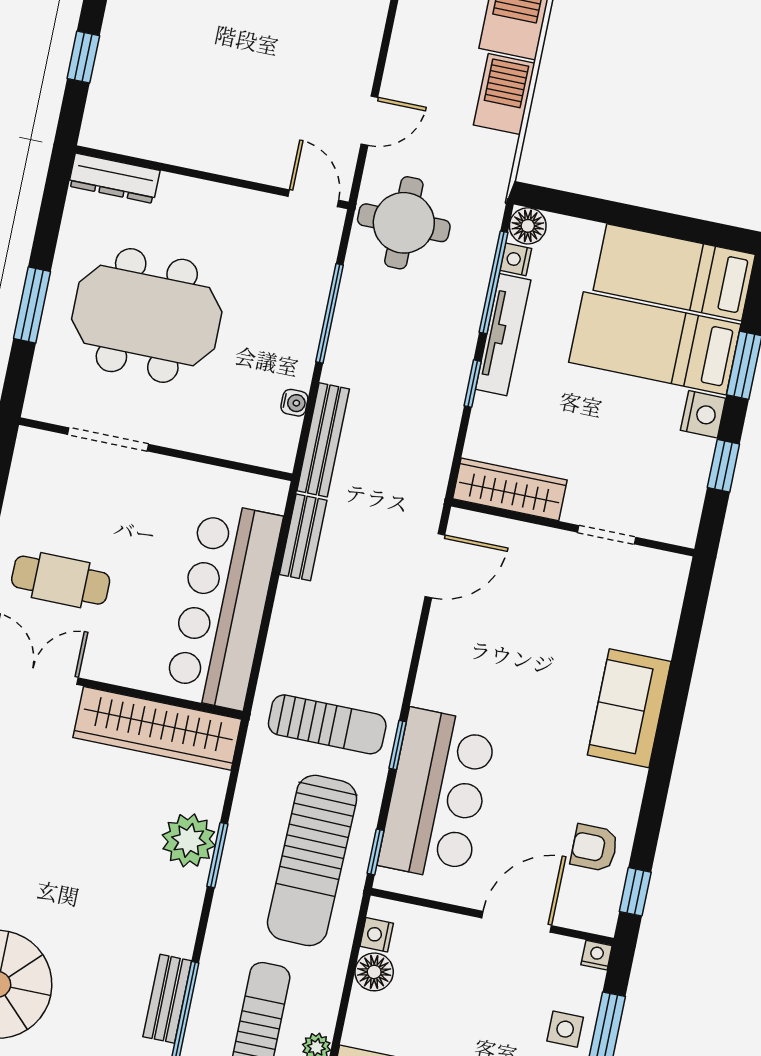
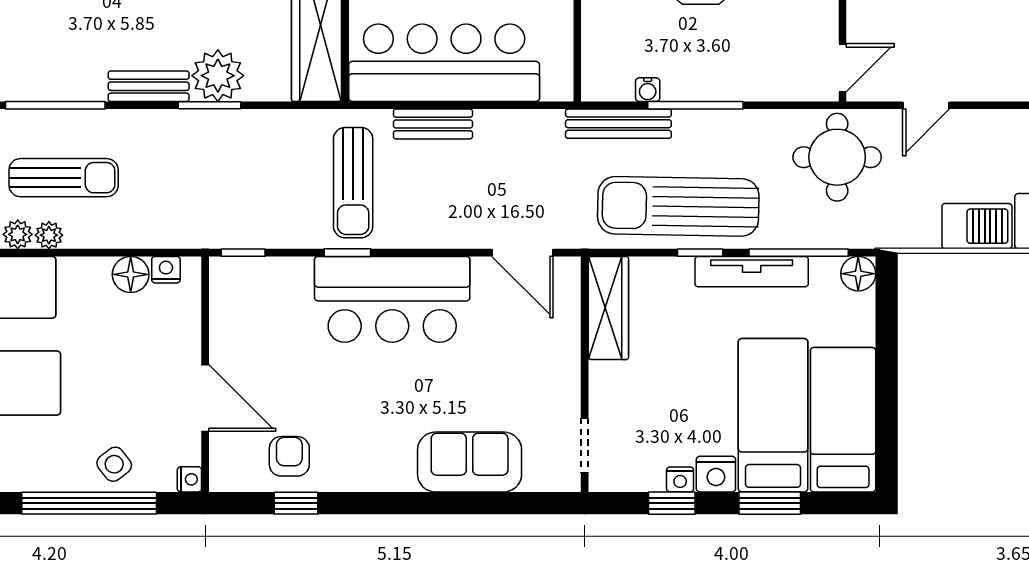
door: (369, 121) -> (926, 105), hinge flipped
nightstand: (516, 259) -> (680, 479), moved, turned 180
window: (330, 313) -> (695, 105), moved
doorway: (607, 535) -> (585, 446), moved
bench: (303, 537) -> (433, 124), moved
sofa: (629, 708) -> (470, 462), moved
bar counter: (437, 795) -> (392, 299), moved
sun lounger: (312, 860) -> (678, 206), moved
window: (635, 892) -> (296, 503), moved
bench: (167, 999) -> (149, 86), moved
side table: (565, 1029) -> (114, 464), turned -38

